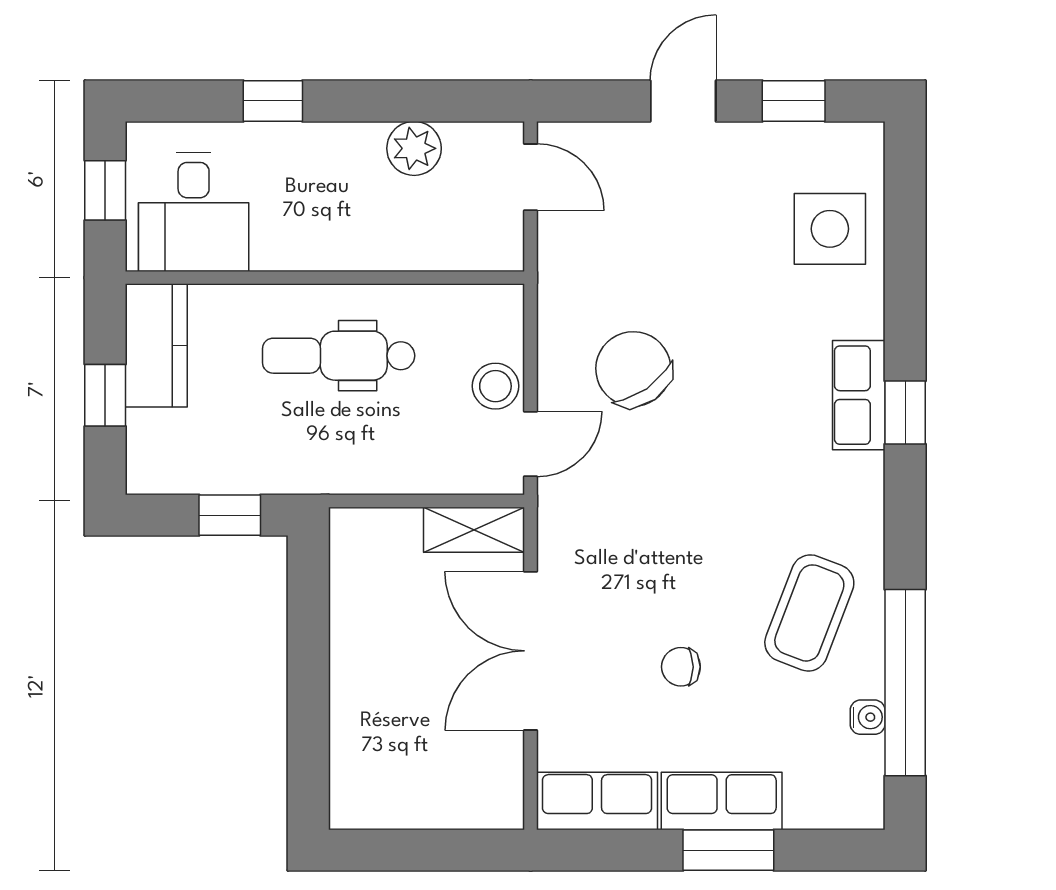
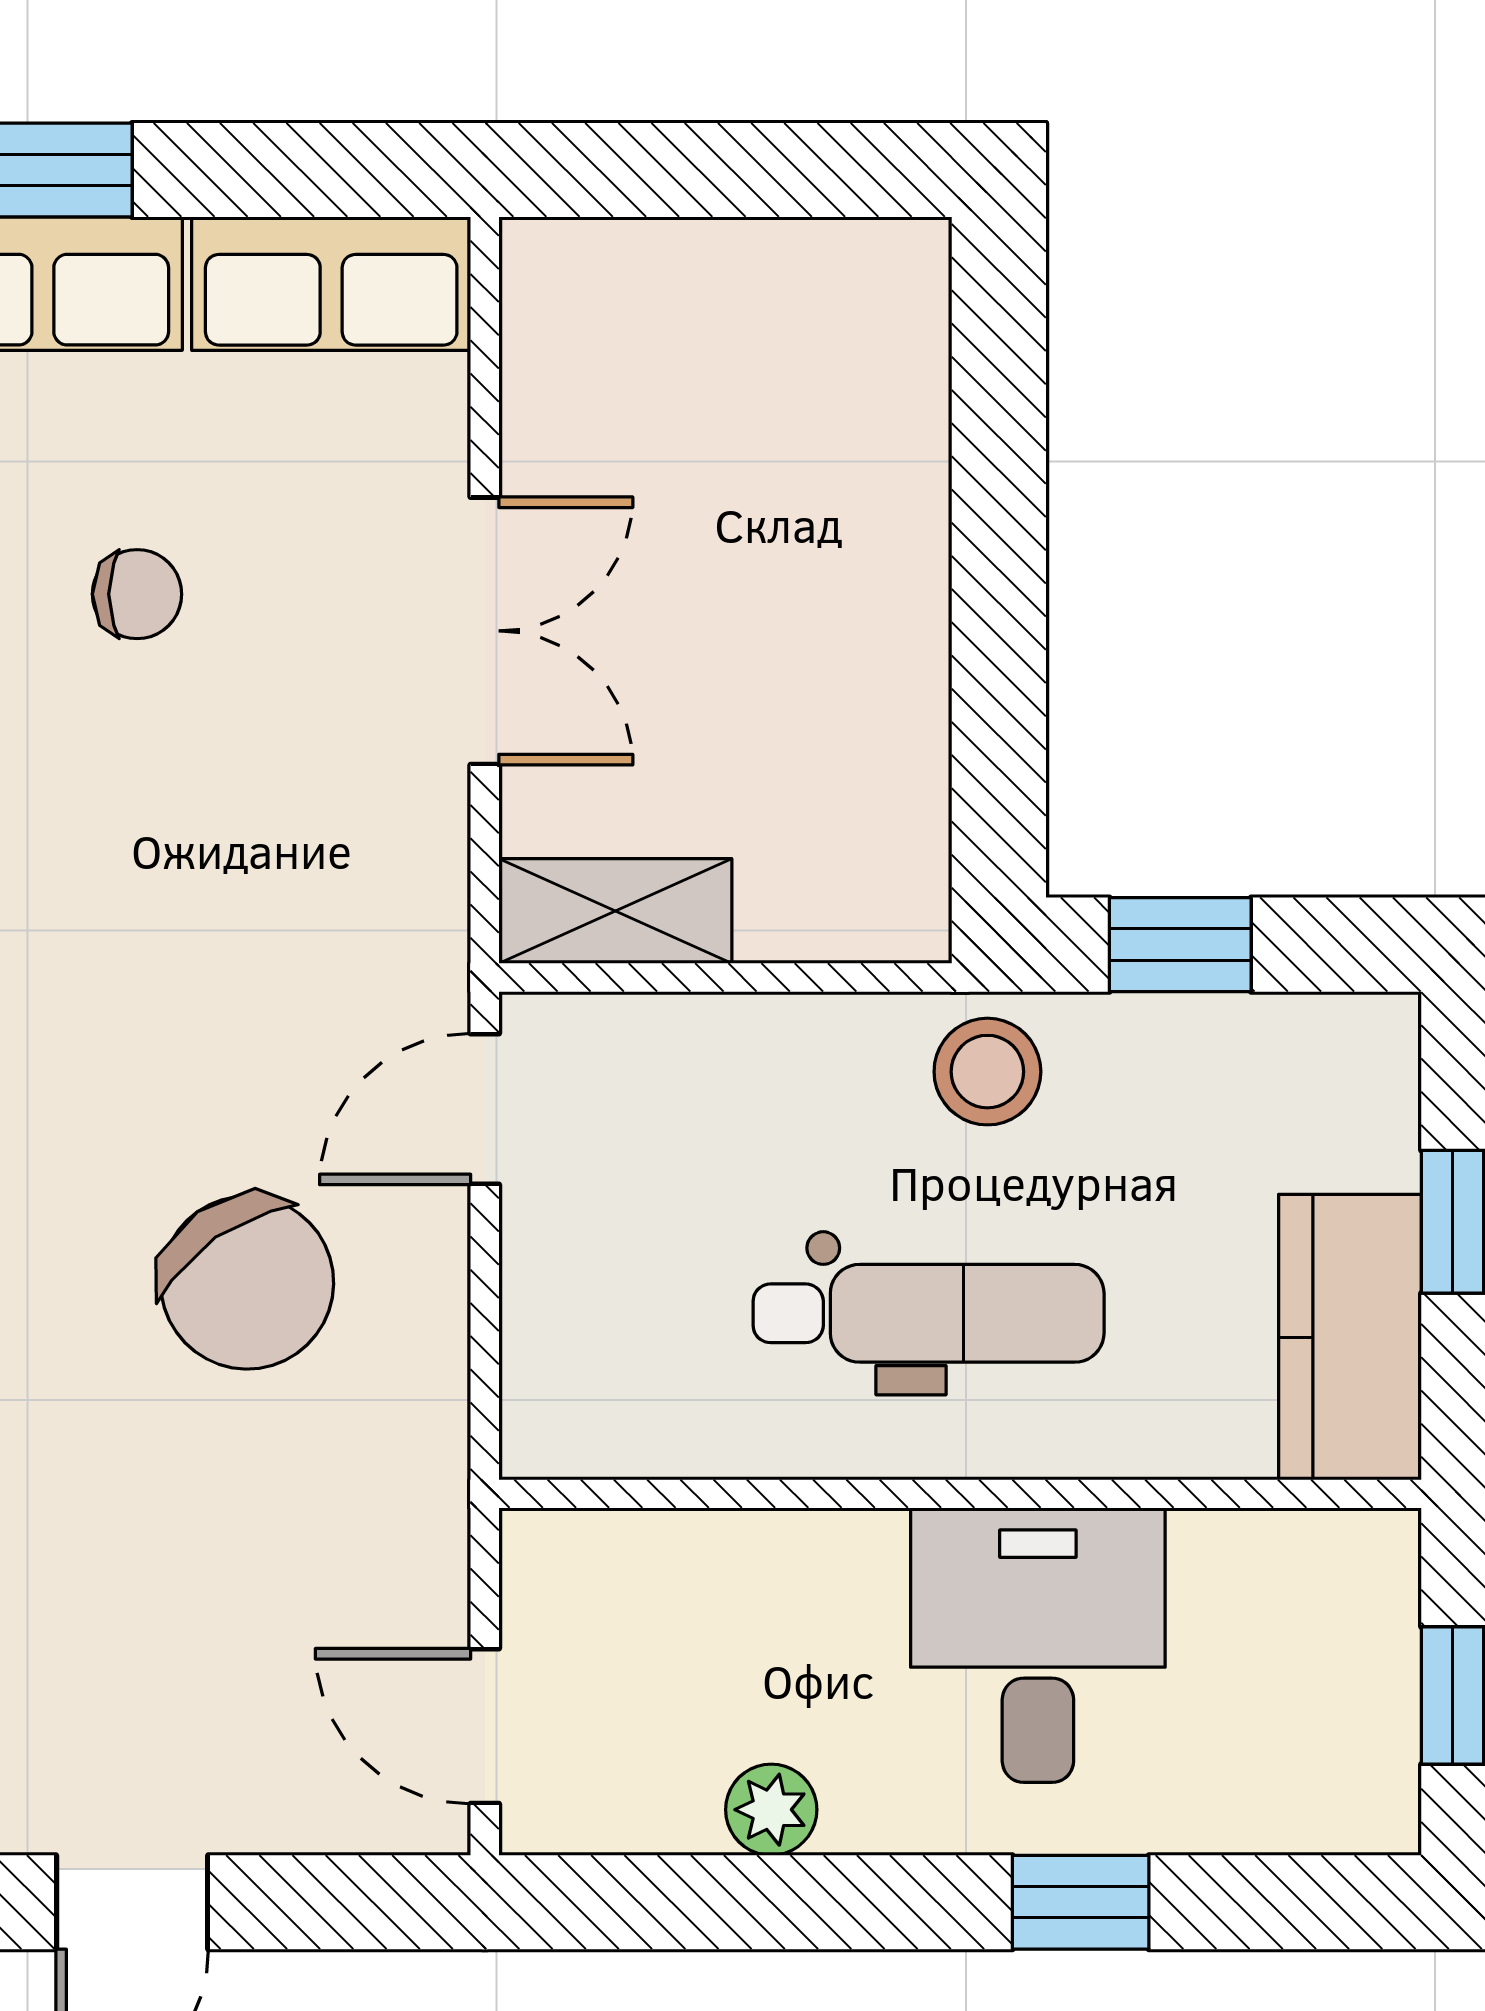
plant: (414, 148) -> (771, 1810), width x0.73, depth x0.73
desk: (194, 212) -> (1038, 1645), moved
stool: (495, 386) -> (987, 1072), moved
double door: (531, 651) -> (485, 631), width x0.73

